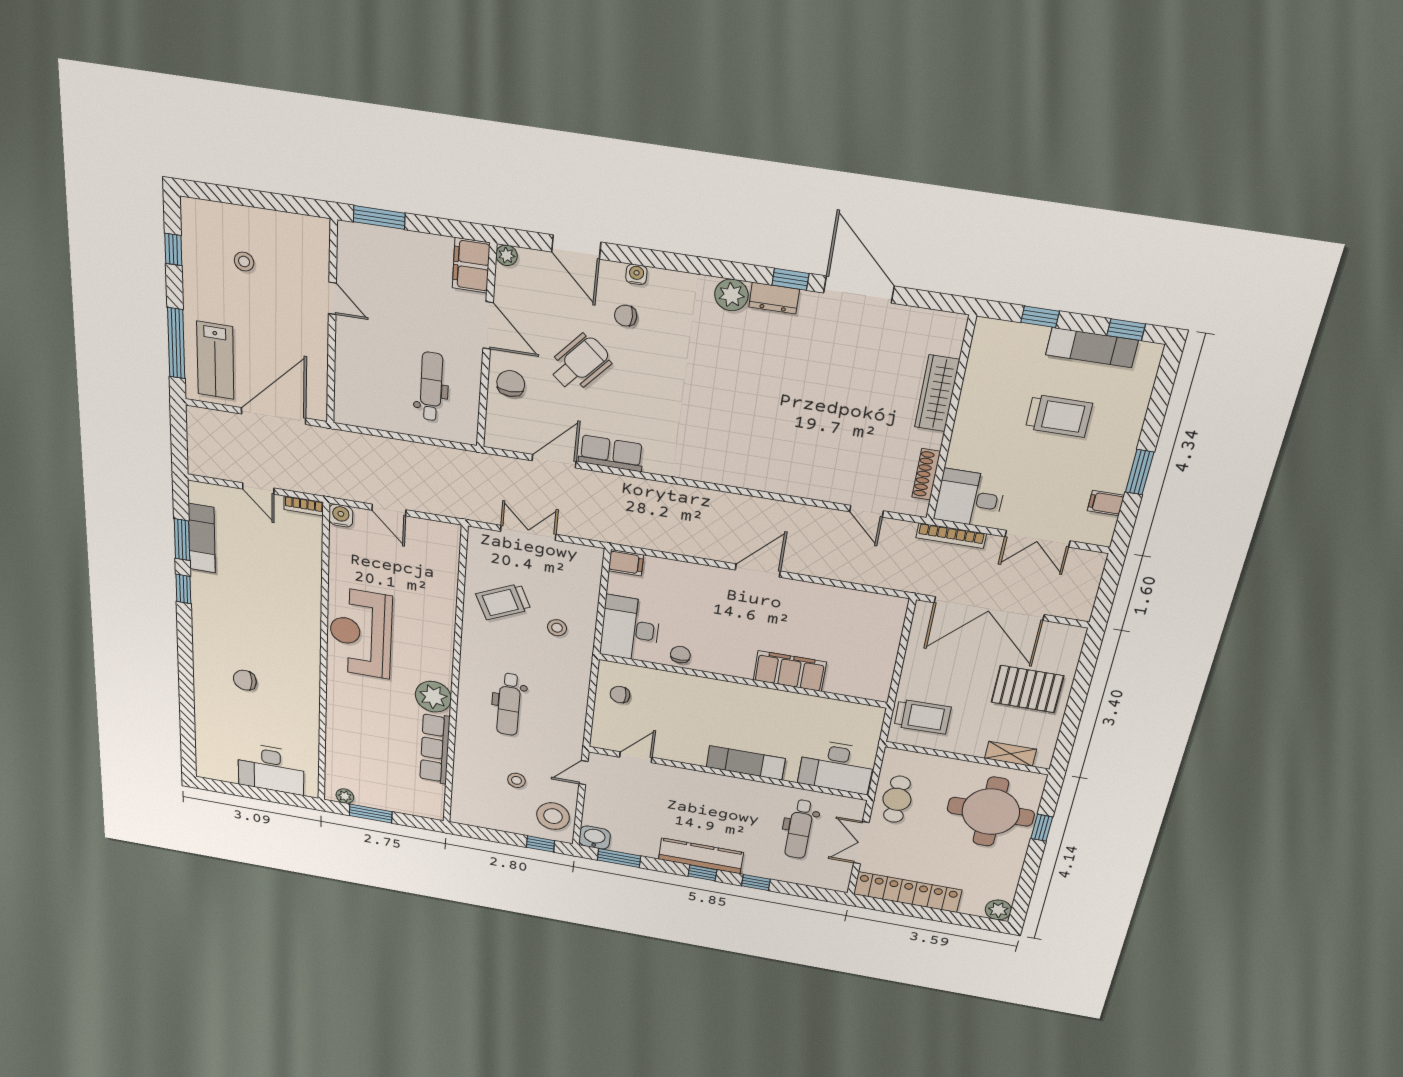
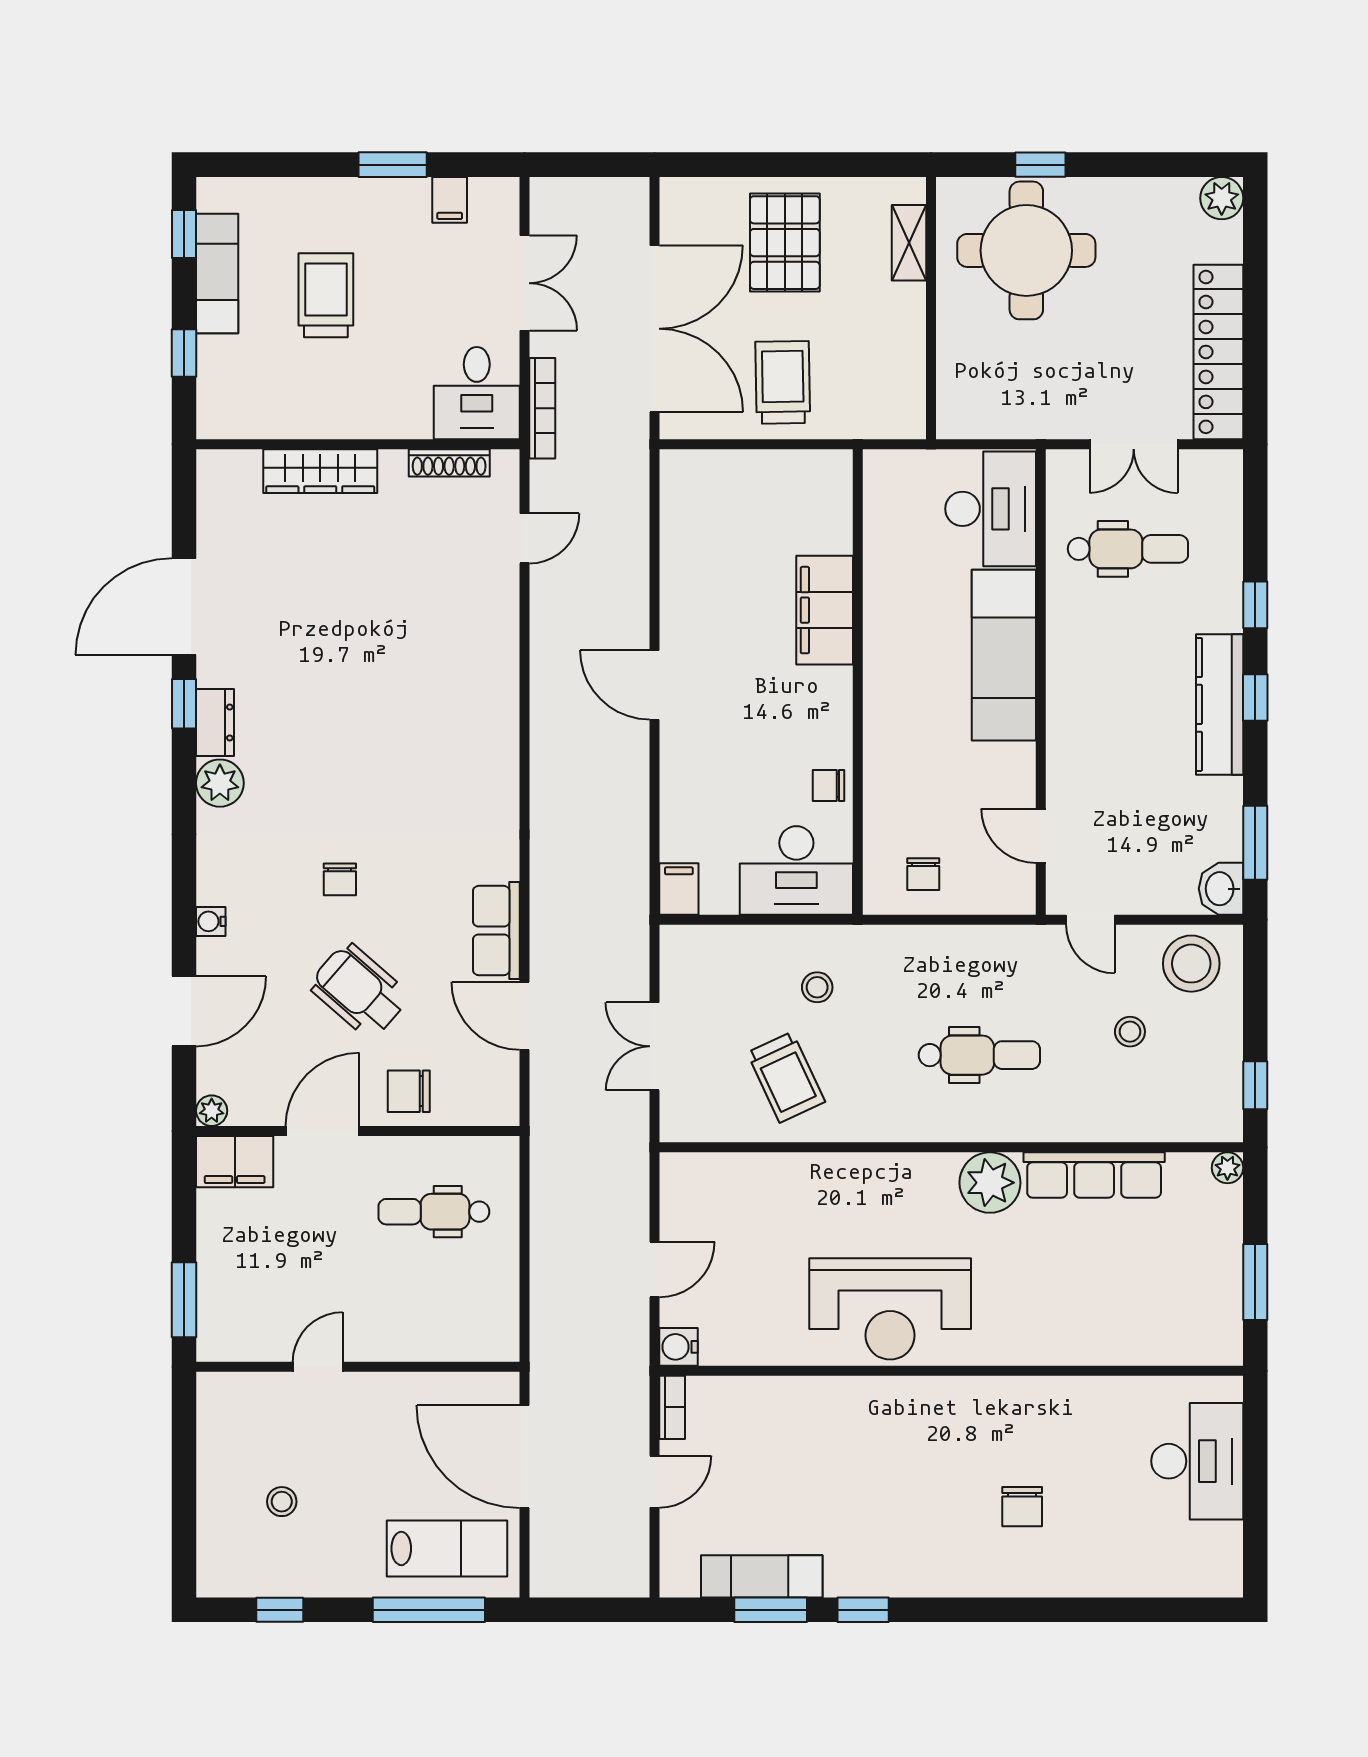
chair: (626, 316) -> (340, 879), moved
trolley: (922, 717) -> (783, 382), moved
exam couch: (746, 763) -> (1004, 655), width x1.36, depth x1.45
plant: (345, 796) -> (1227, 1168), moved
cafe table: (897, 799) -> (1034, 402), removed
window: (541, 844) -> (1255, 1085), moved

